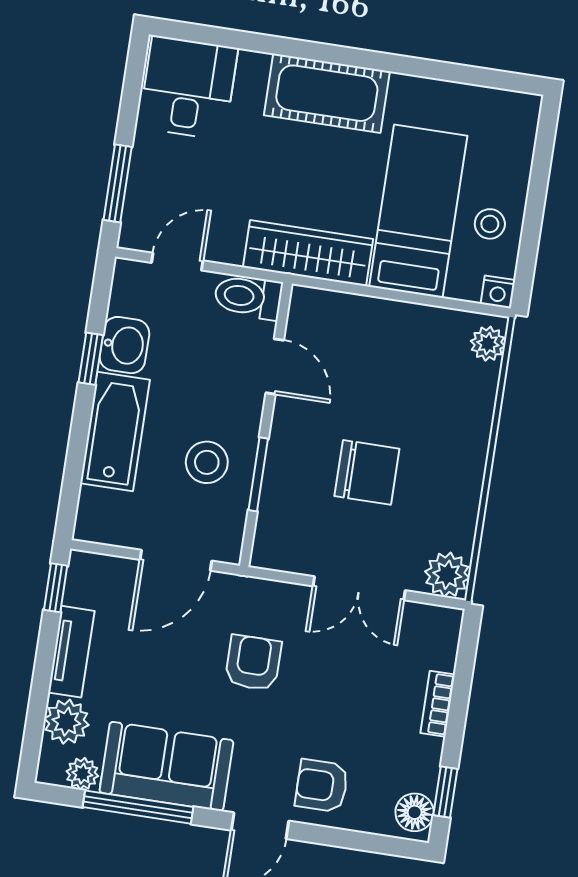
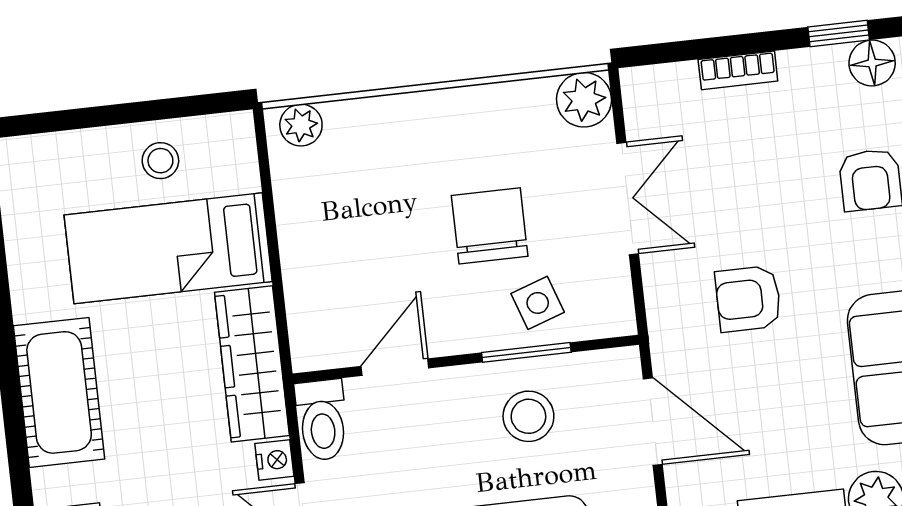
nightstand: (498, 292) -> (274, 460), moved
side table: (295, 494) -> (538, 303), added

